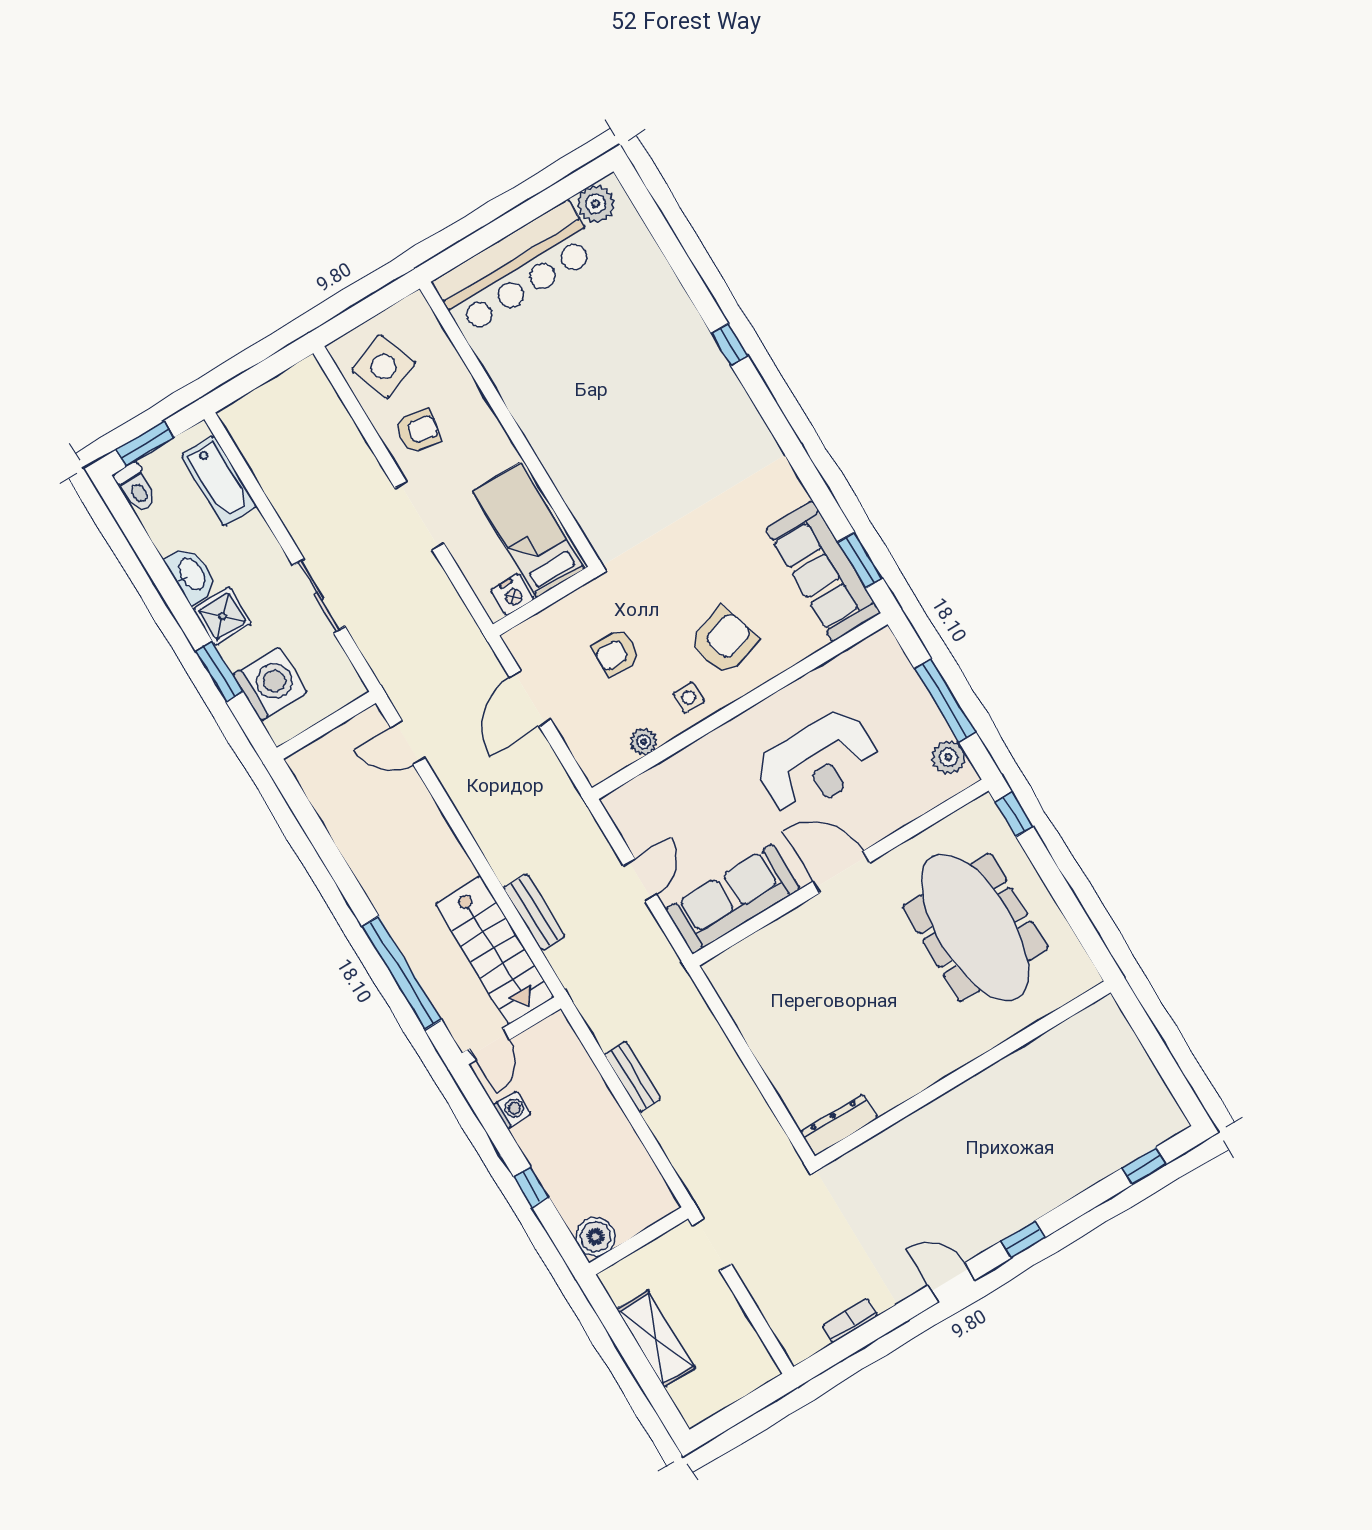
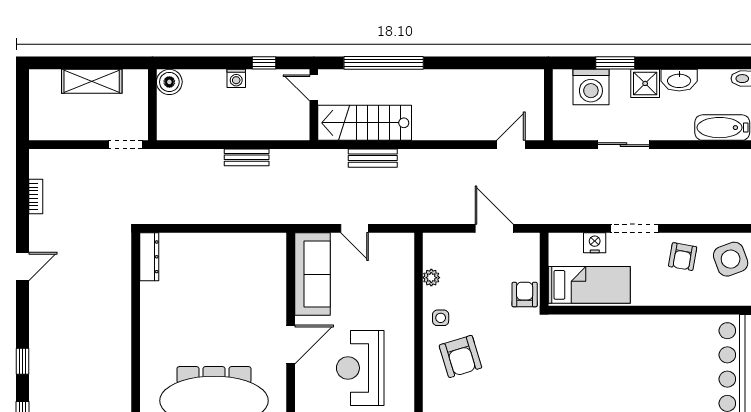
nightstand: (512, 595) -> (595, 243), moved, turned 90
armchair: (616, 652) -> (525, 295), moved
washing machine: (512, 1110) -> (236, 78), moved
window: (531, 1187) -> (264, 63), moved
window: (1023, 1239) -> (22, 361), moved

